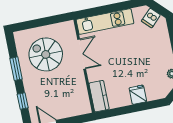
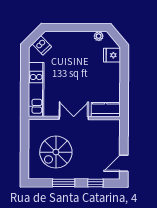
double door: (82, 54) -> (74, 118), moved
fridge: (138, 95) -> (112, 55), moved

